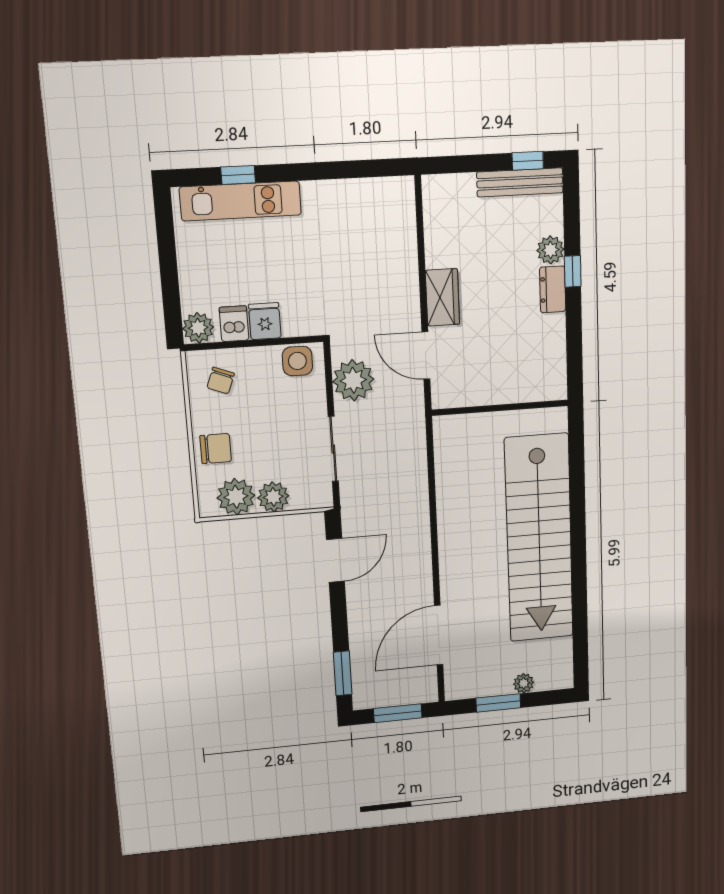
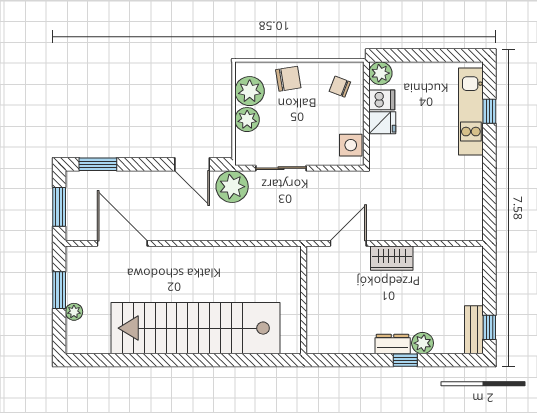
bench: (520, 182) -> (474, 330), width x0.73
plant: (353, 380) -> (232, 187), moved
chair: (216, 449) -> (288, 79), turned -99

